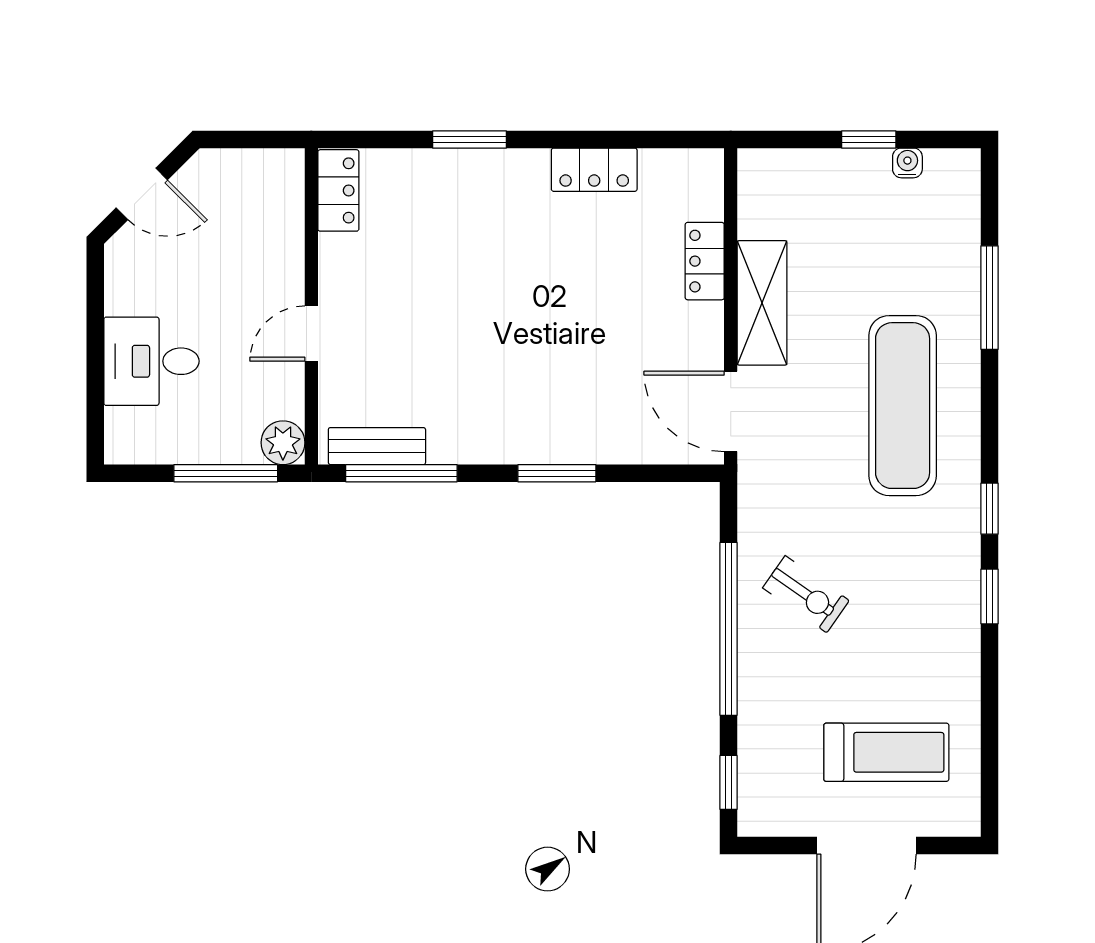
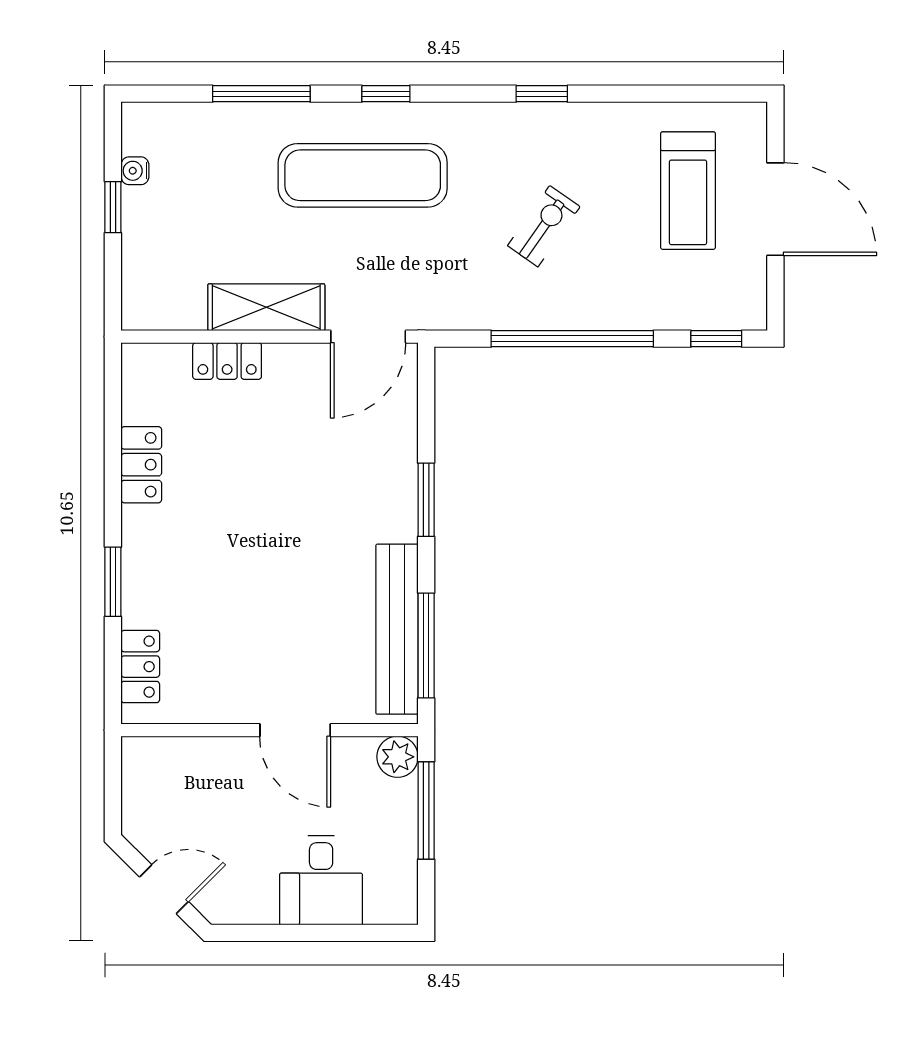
locker: (338, 190) -> (140, 667), moved, turned 90
door: (142, 194) -> (164, 889), hinge flipped
door: (311, 334) -> (295, 730), width x1.38
bench: (377, 446) -> (397, 629), width x1.86, depth x1.21
window: (990, 509) -> (386, 94), moved
exercise bike: (806, 594) -> (544, 226), moved
treadmill: (886, 752) -> (688, 191), turned 180

